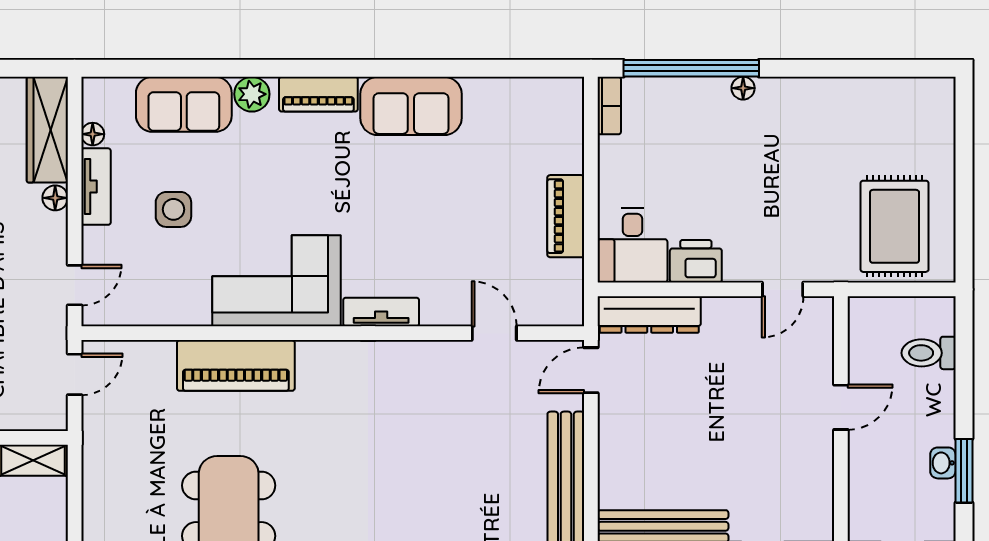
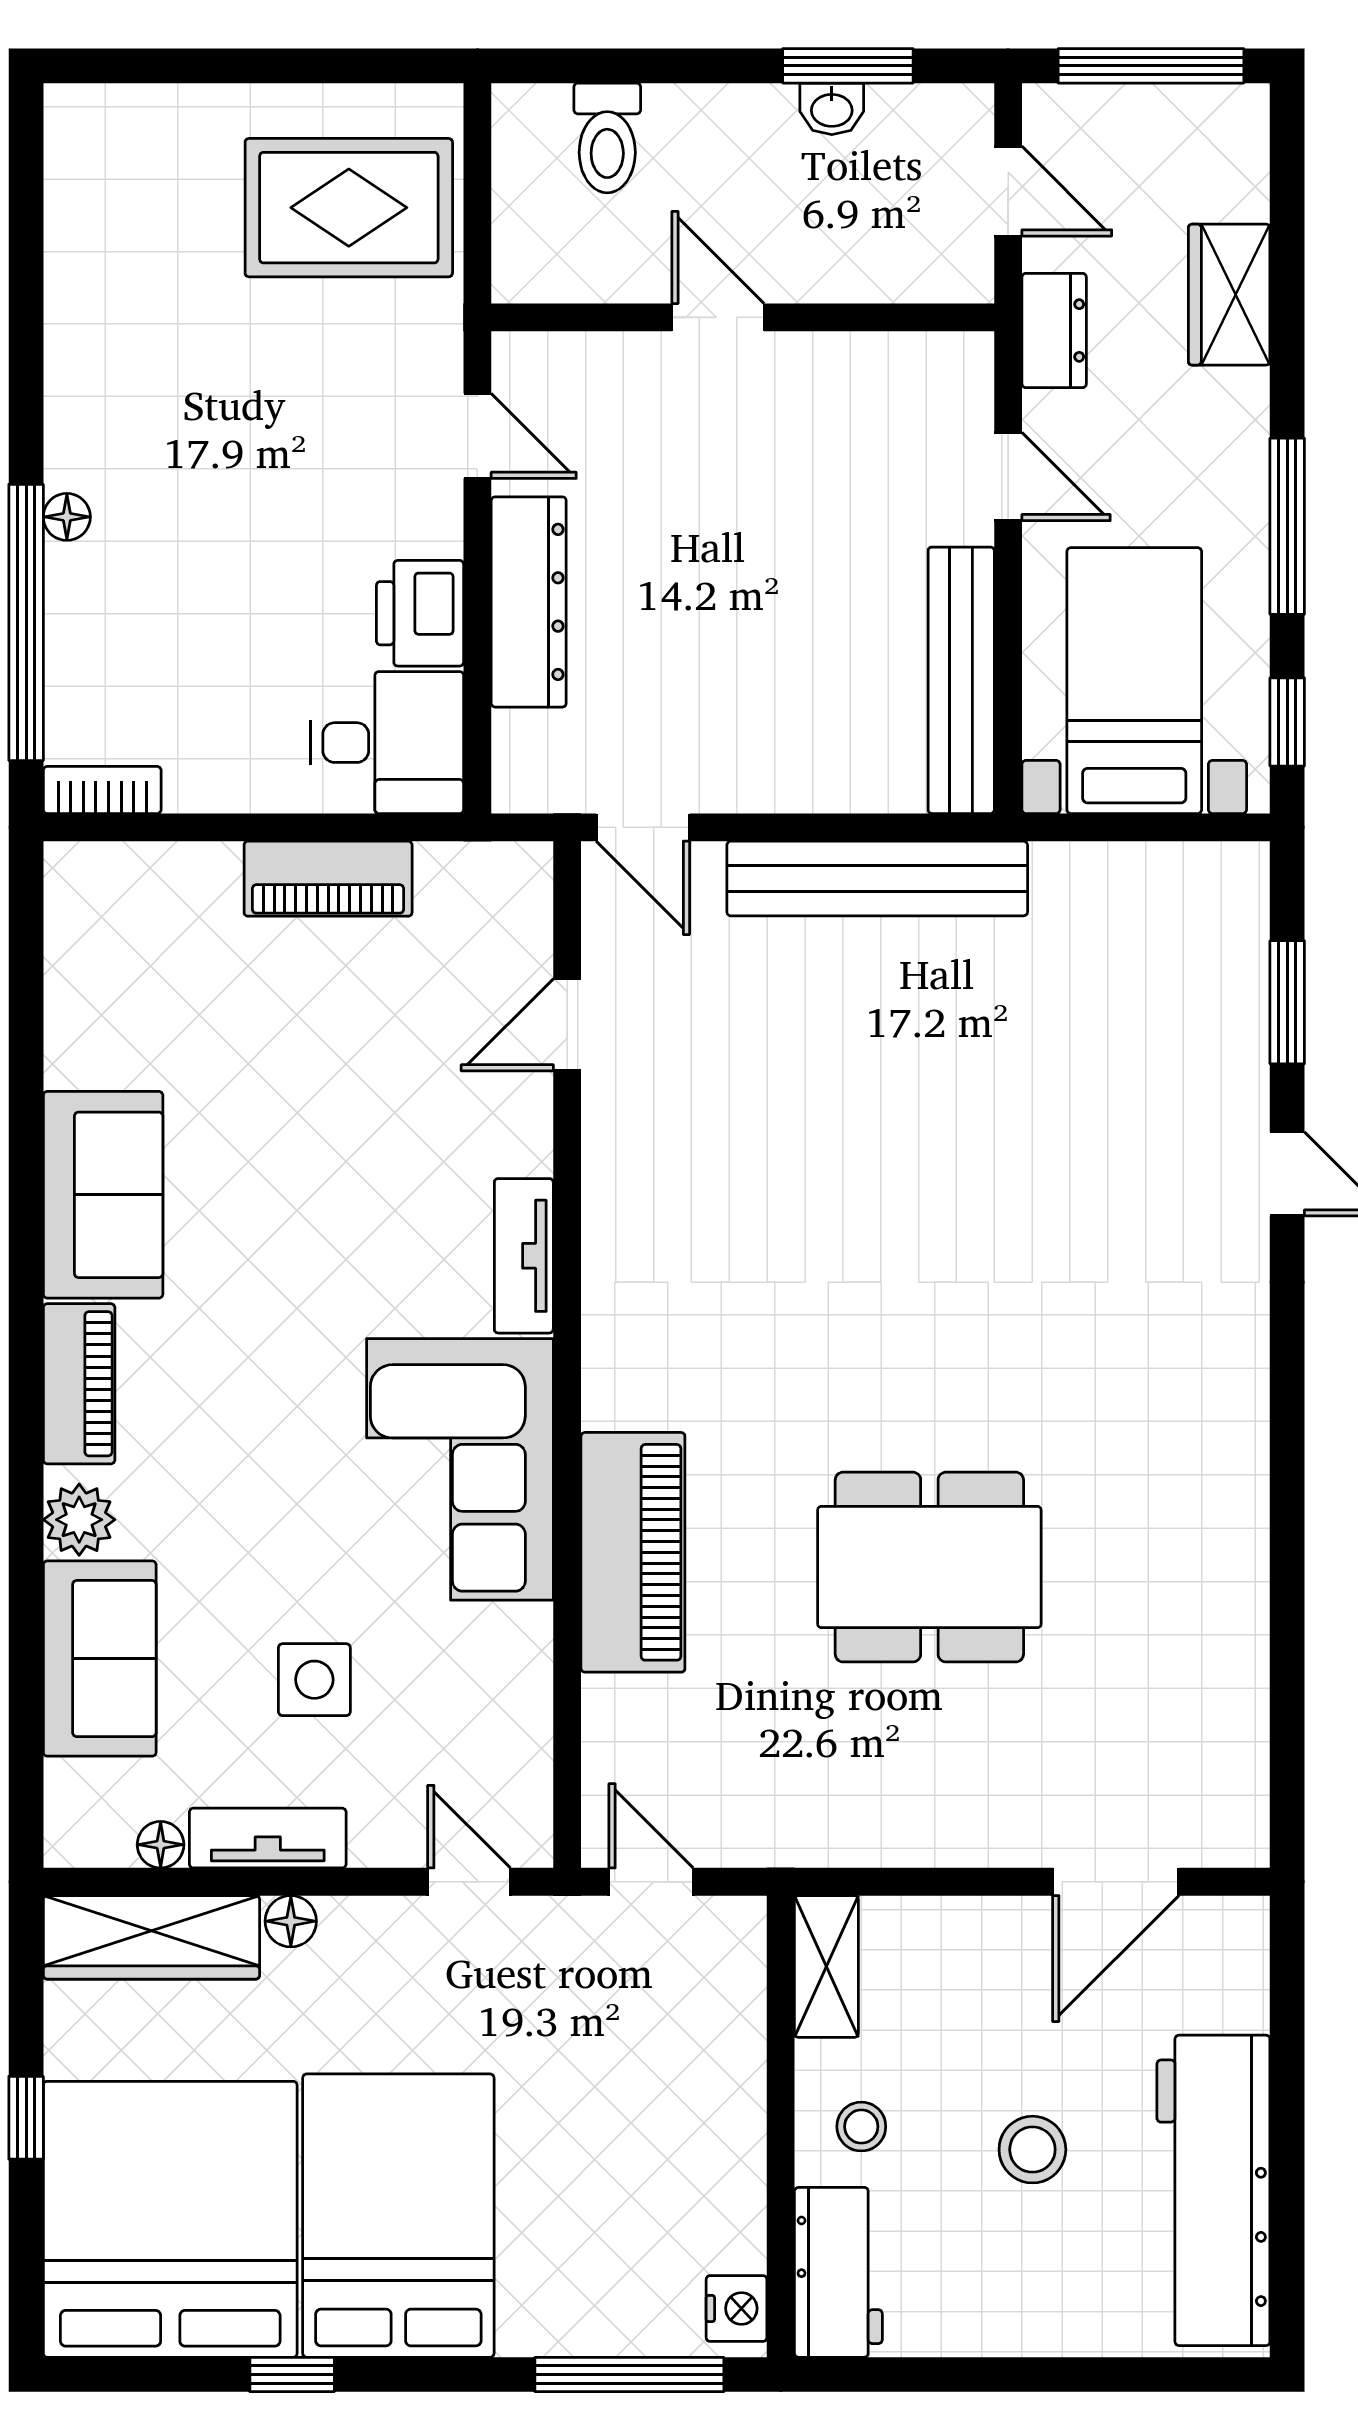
dresser: (649, 314) -> (529, 602), moved

